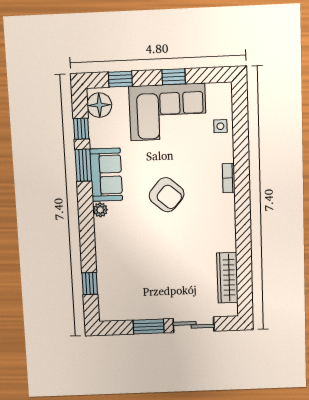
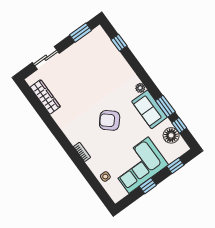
floor lamp: (99, 105) -> (171, 135), moved
window: (149, 326) -> (80, 33), moved

